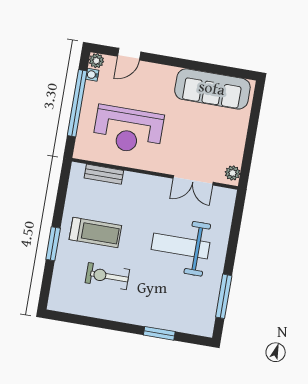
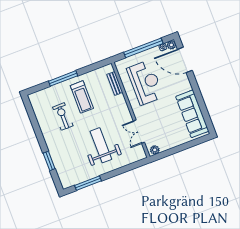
door: (129, 54) -> (185, 60), width x1.87
reception desk: (128, 130) -> (145, 83), turned 180
window: (53, 244) -> (63, 78), width x1.44

